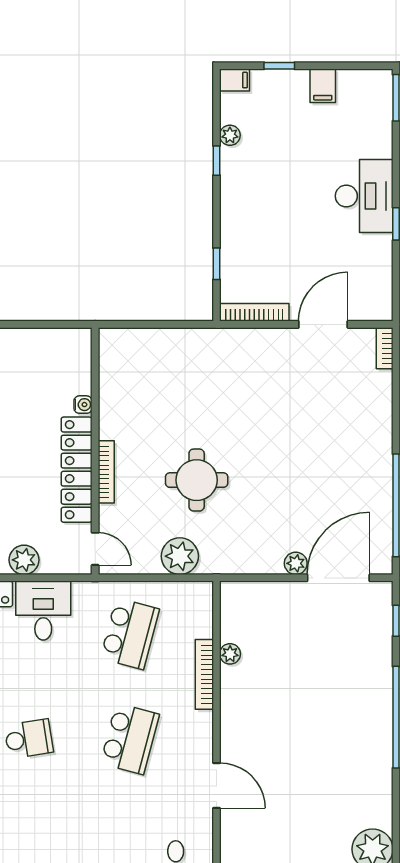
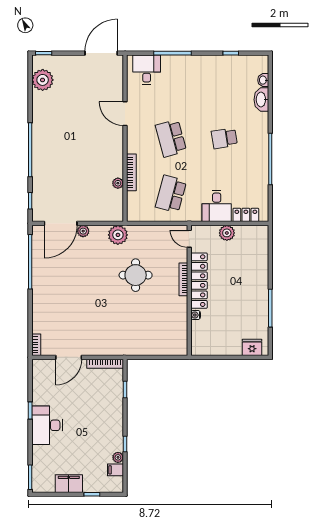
filing cabinet: (235, 80) -> (115, 470), moved
filing cabinet: (323, 86) -> (69, 484), width x2.00
plant: (180, 556) -> (118, 235), moved
school desk: (130, 739) -> (171, 138), turned -30

